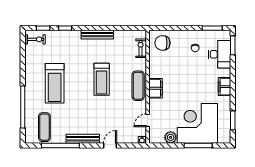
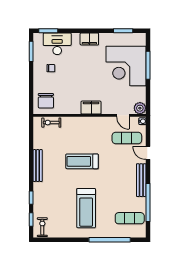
treadmill: (102, 79) -> (82, 161), turned 180
treadmill: (55, 83) -> (86, 208), turned 90
exercise mat: (138, 86) -> (127, 138), moved
plant: (171, 137) -> (140, 108), moved

